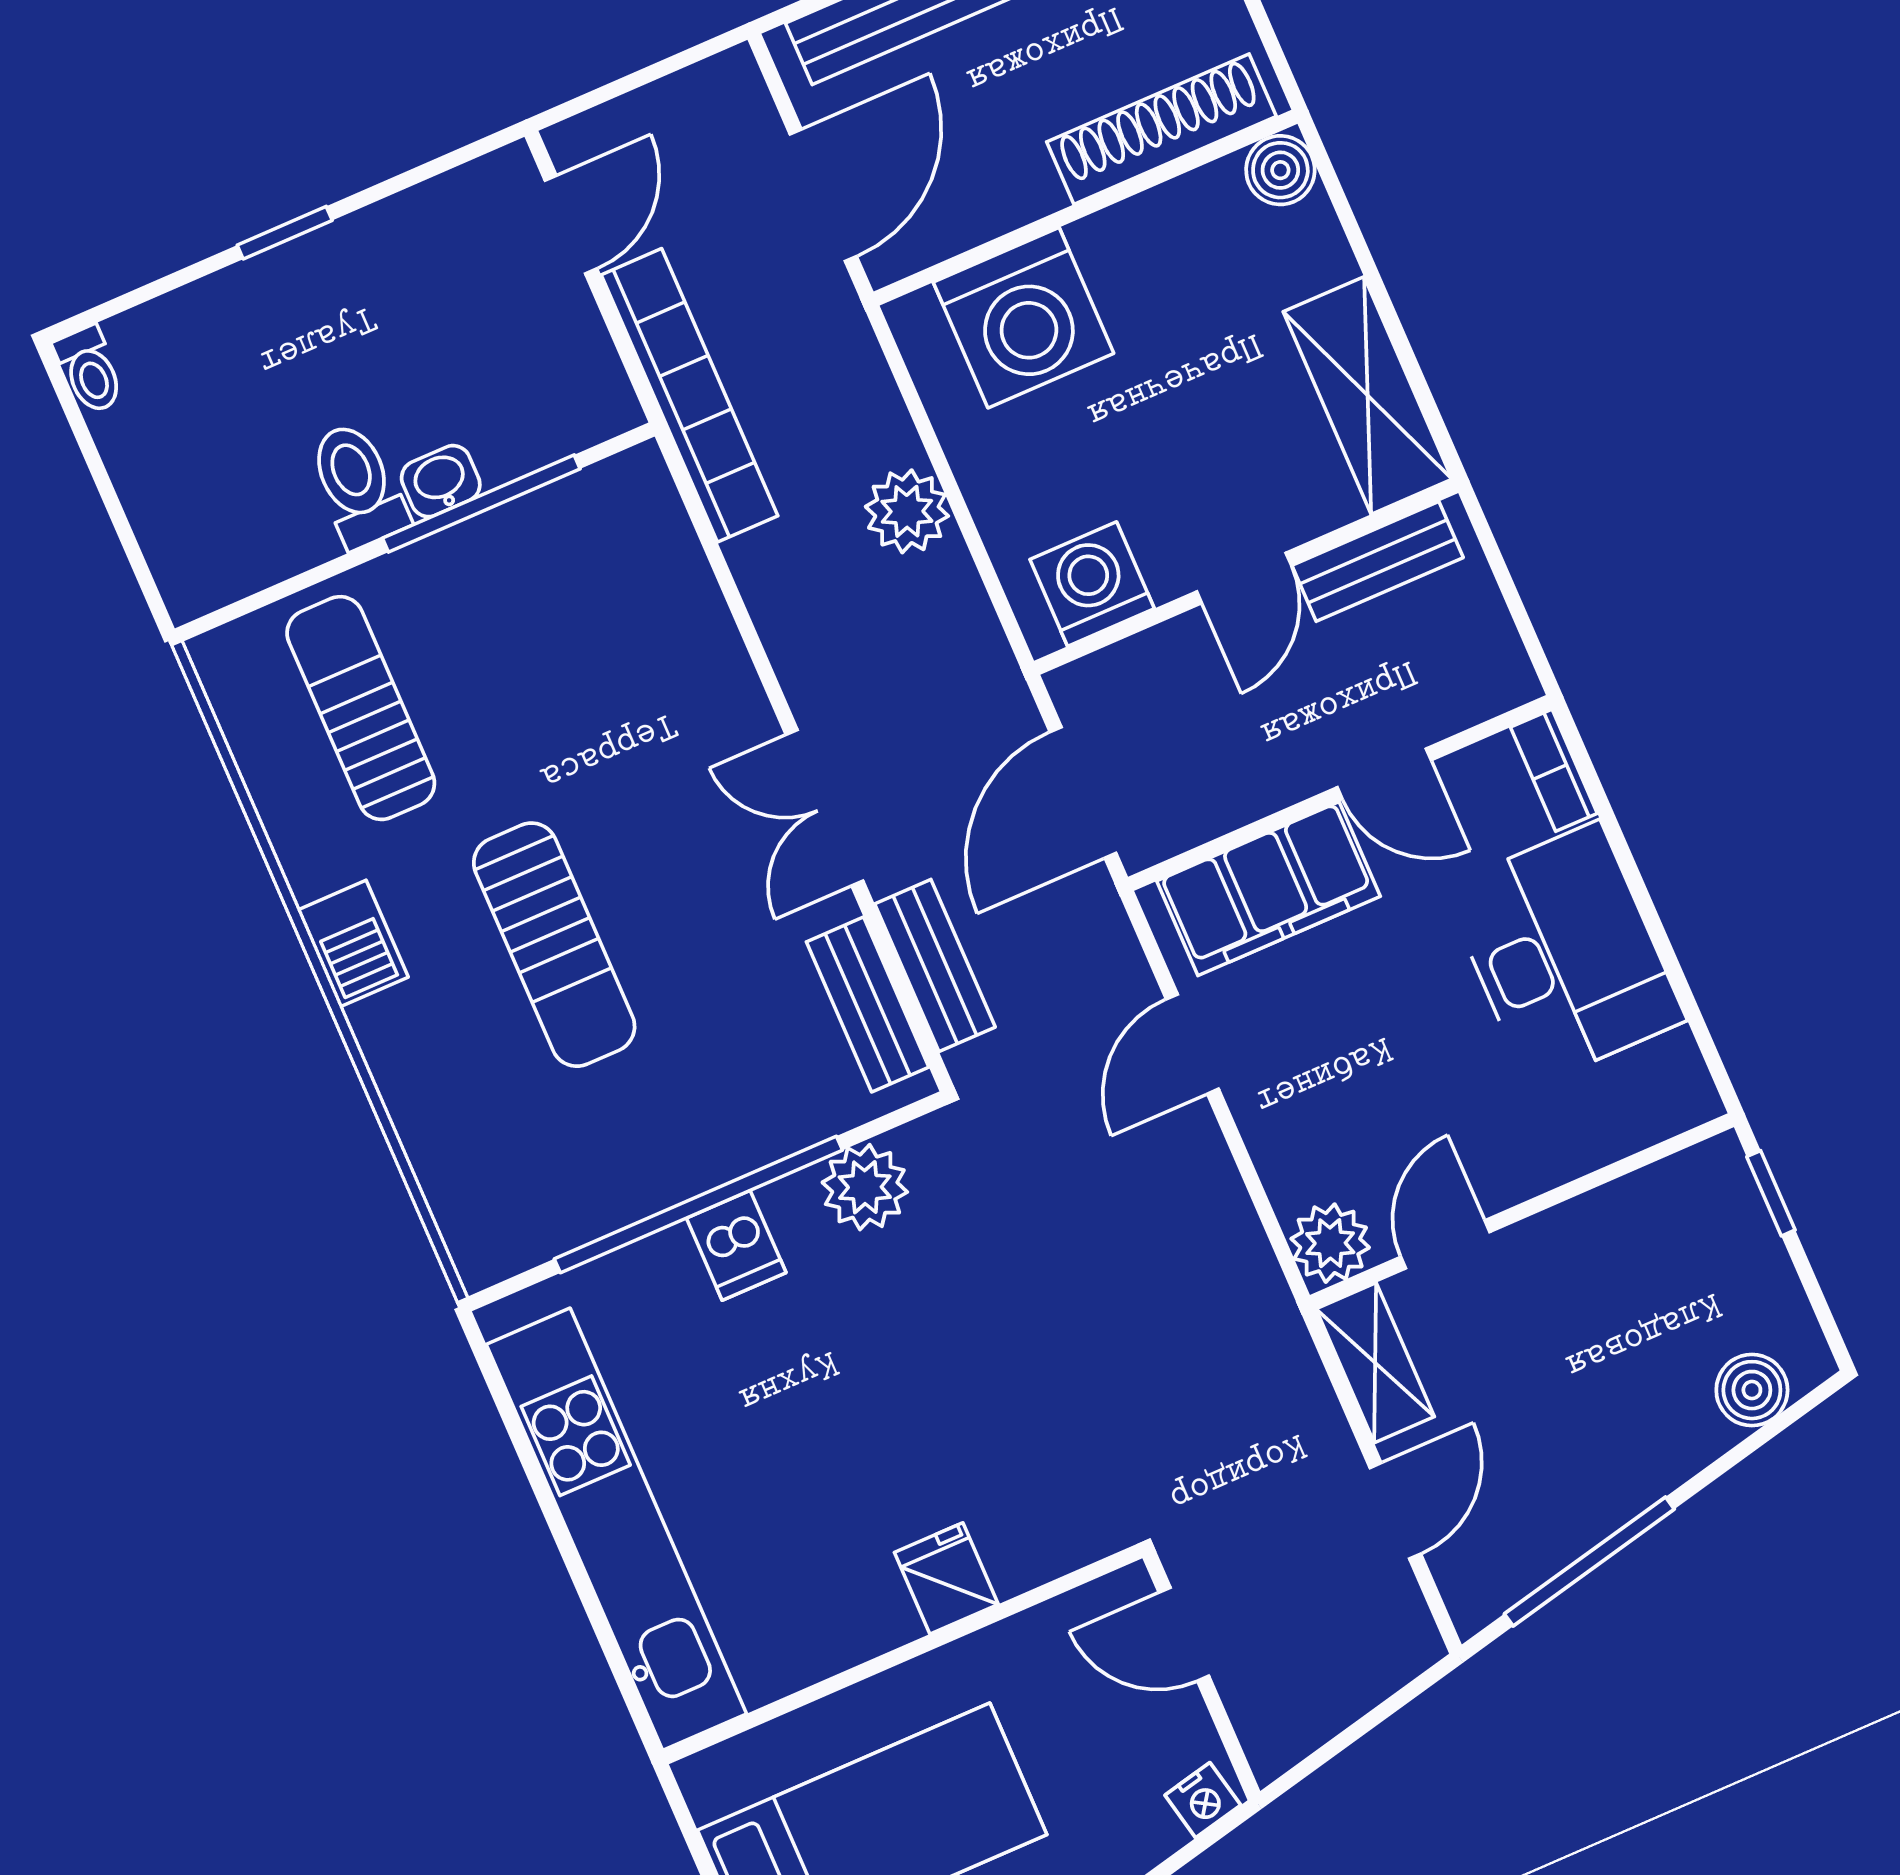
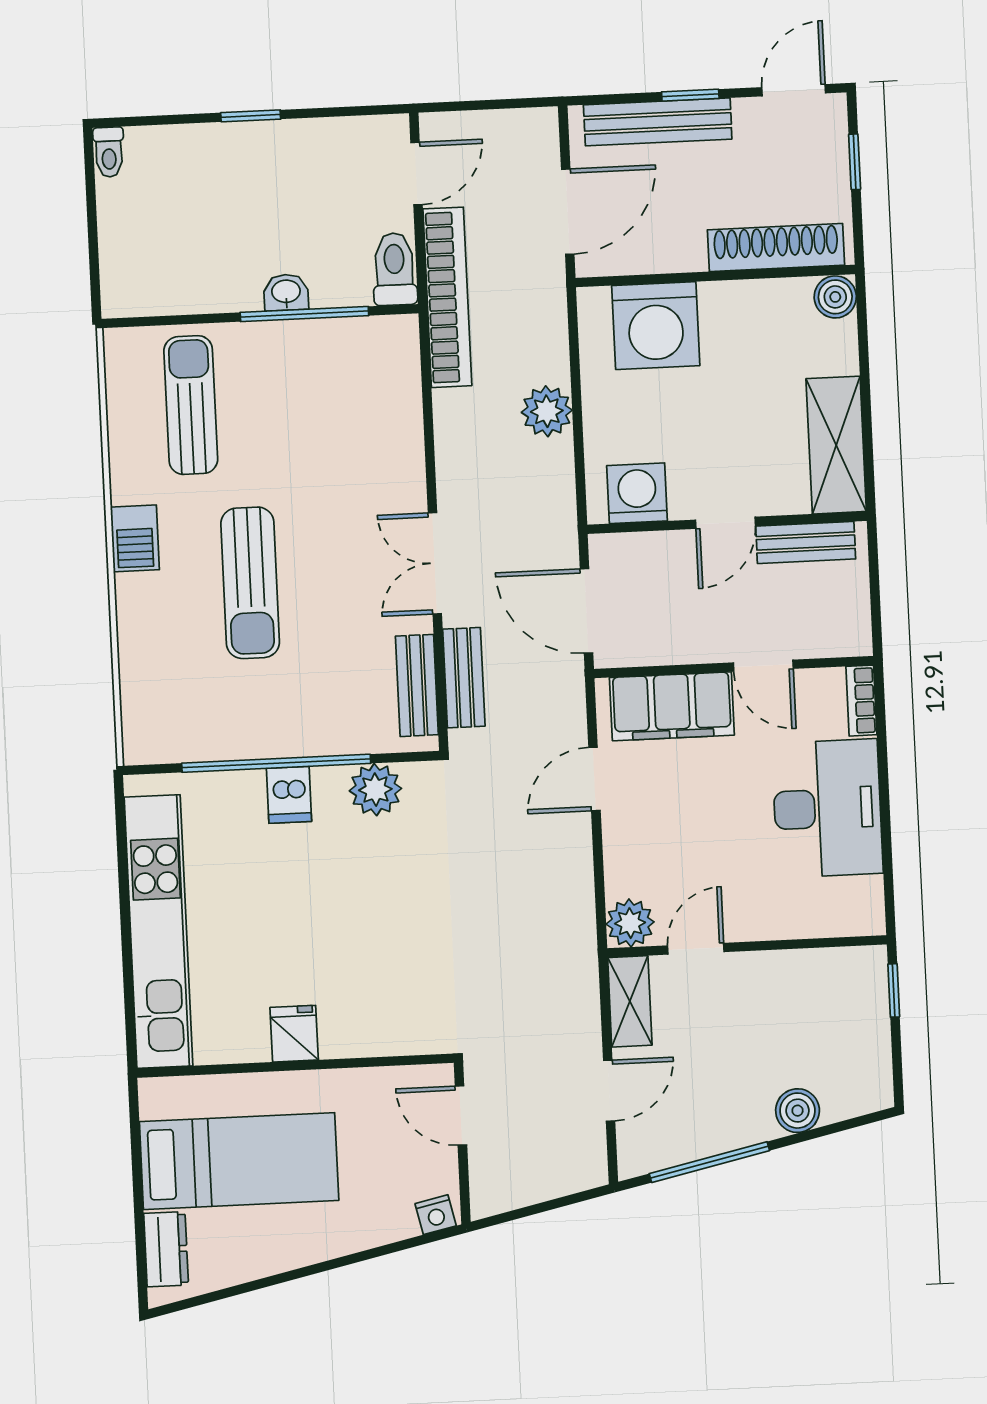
toilet: (358, 485) -> (394, 269), moved
door: (1083, 793) -> (586, 611), hinge flipped
boiler: (1752, 1390) -> (798, 1111), moved
fridge: (946, 1578) -> (294, 1034), moved

